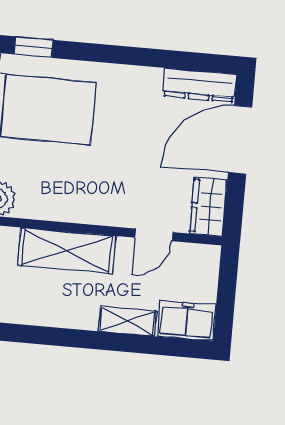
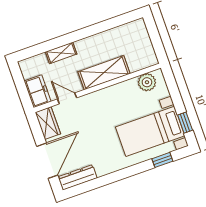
door: (154, 235) -> (67, 98), hinge flipped
freezer: (187, 321) -> (38, 91), moved, turned -90

